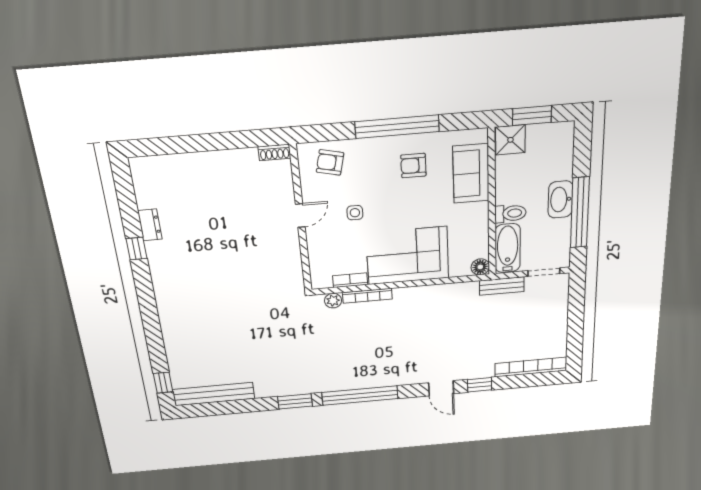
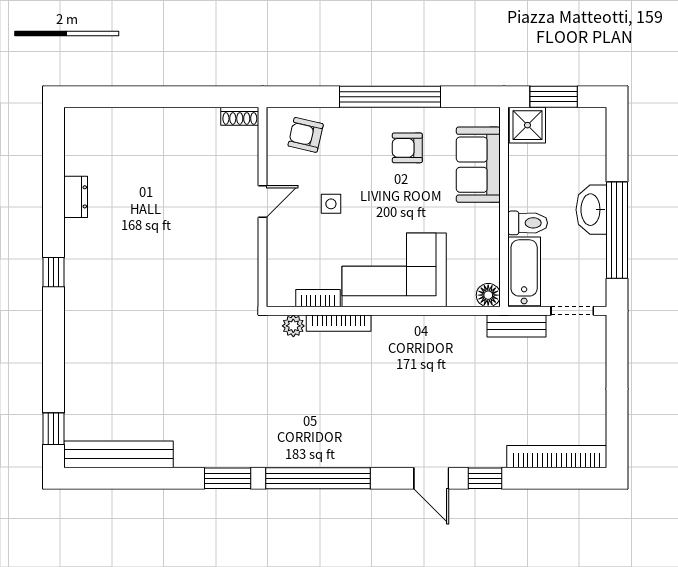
window: (137, 249) -> (54, 272), moved

